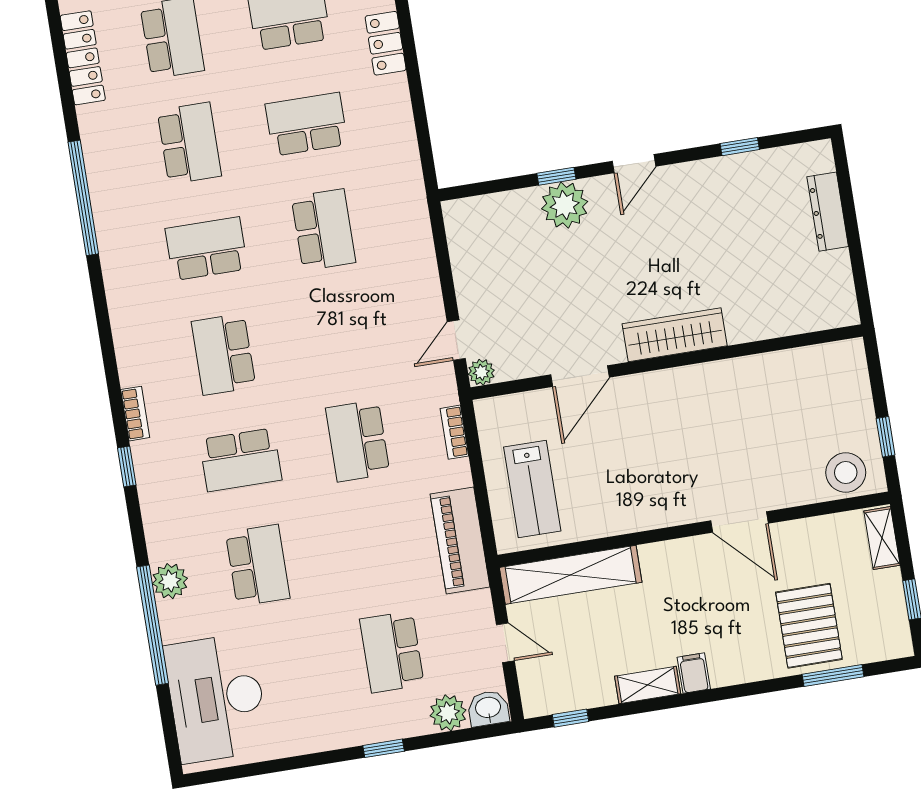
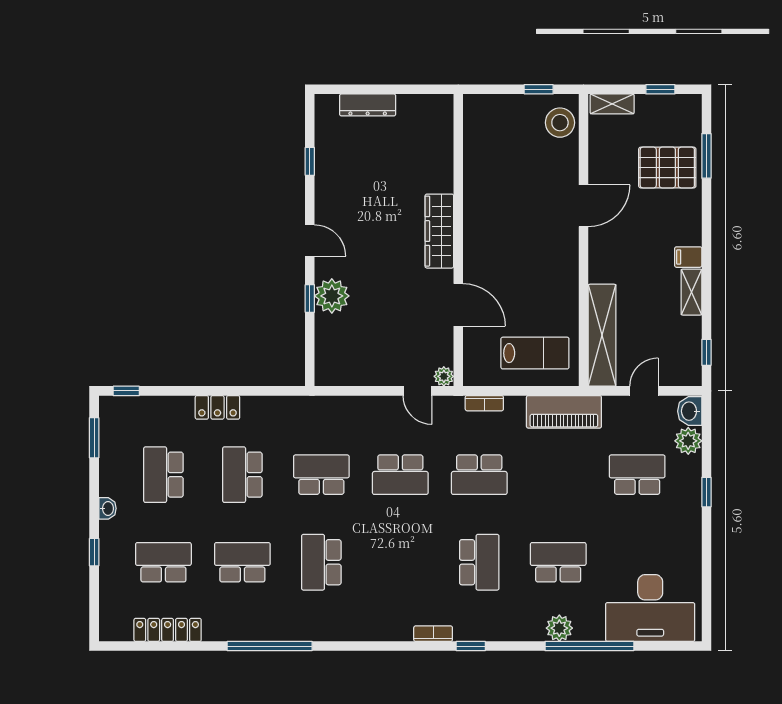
locker: (386, 43) -> (217, 407), moved
school desk: (224, 354) -> (400, 475), moved
school desk: (392, 652) -> (637, 475), turned 180

